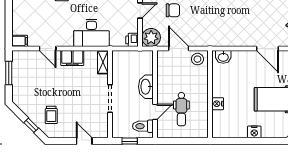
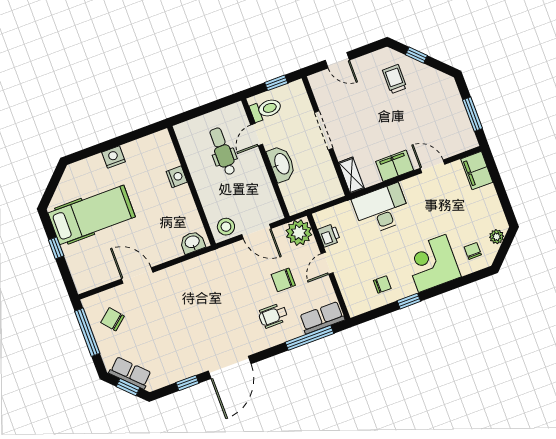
printer: (132, 40) -> (329, 235), moved
filing cabinet: (20, 41) -> (477, 171), width x2.00

